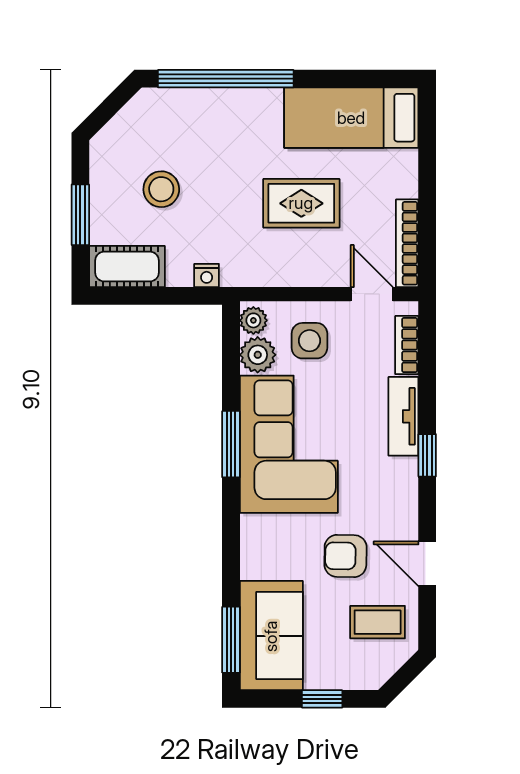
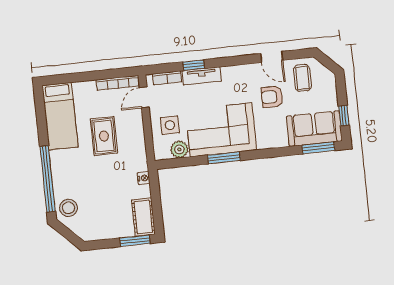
stool: (161, 189) -> (68, 208), moved
window: (80, 215) -> (135, 241), moved
plant: (253, 320) -> (163, 153), removed
window: (427, 455) -> (194, 65), moved
armchair: (345, 556) -> (272, 97), turned 89
door: (427, 564) -> (272, 57), hinge flipped
window: (322, 699) -> (344, 116), moved

